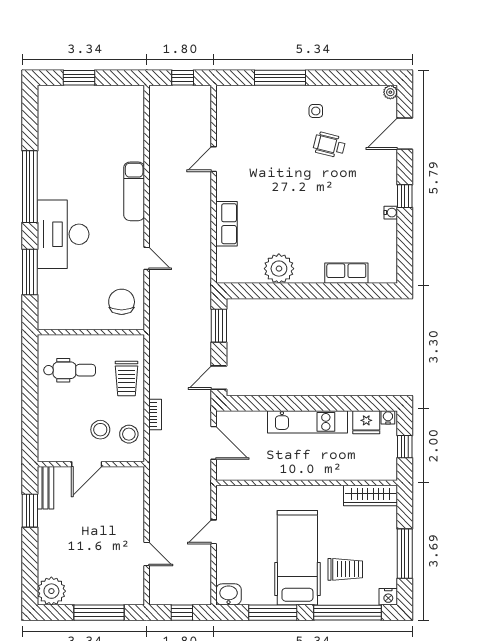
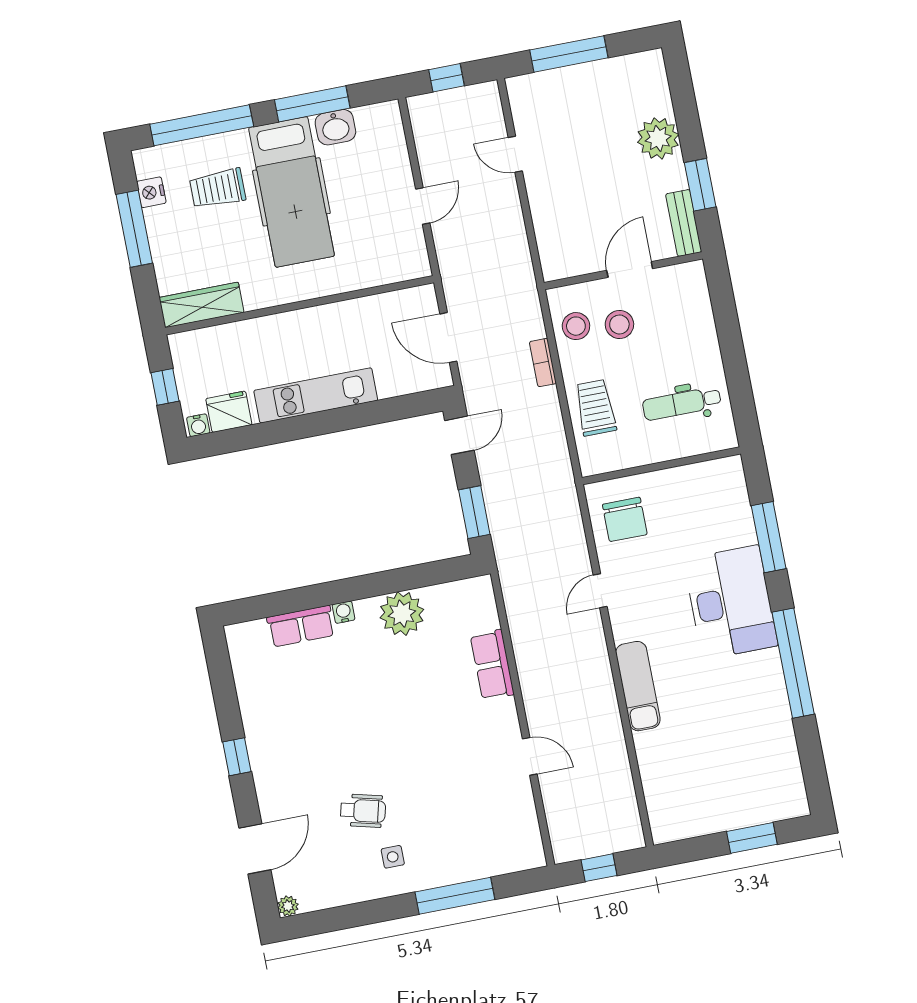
door: (214, 159) -> (530, 756), hinge flipped
water cooler: (391, 213) -> (344, 612), moved, turned 90
door: (147, 258) -> (600, 591), hinge flipped
plant: (51, 591) -> (658, 138), moved
washbasin: (229, 594) -> (335, 127), moved
nightstand: (388, 597) -> (151, 192), moved, turned -90

